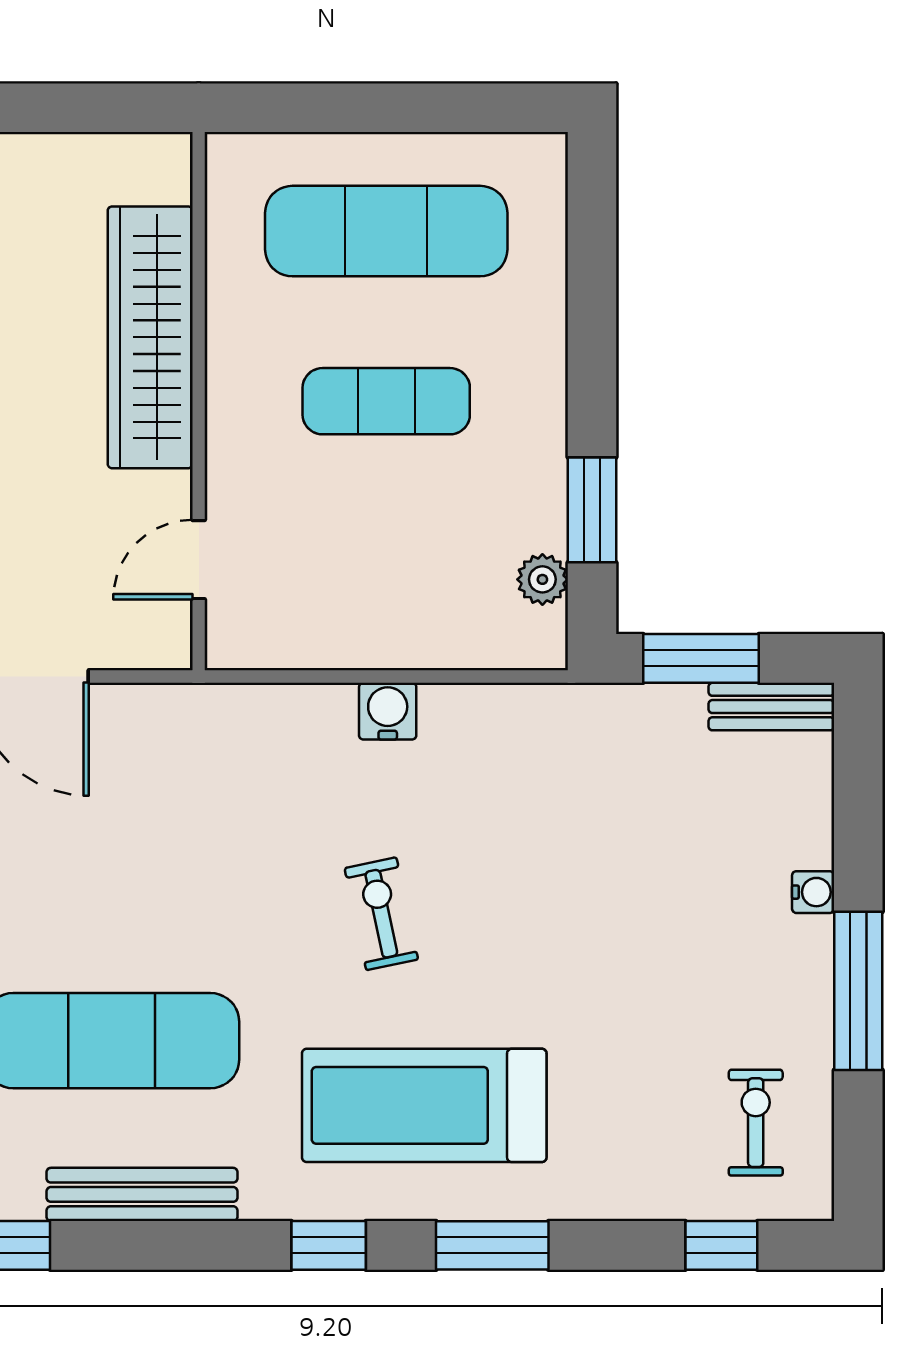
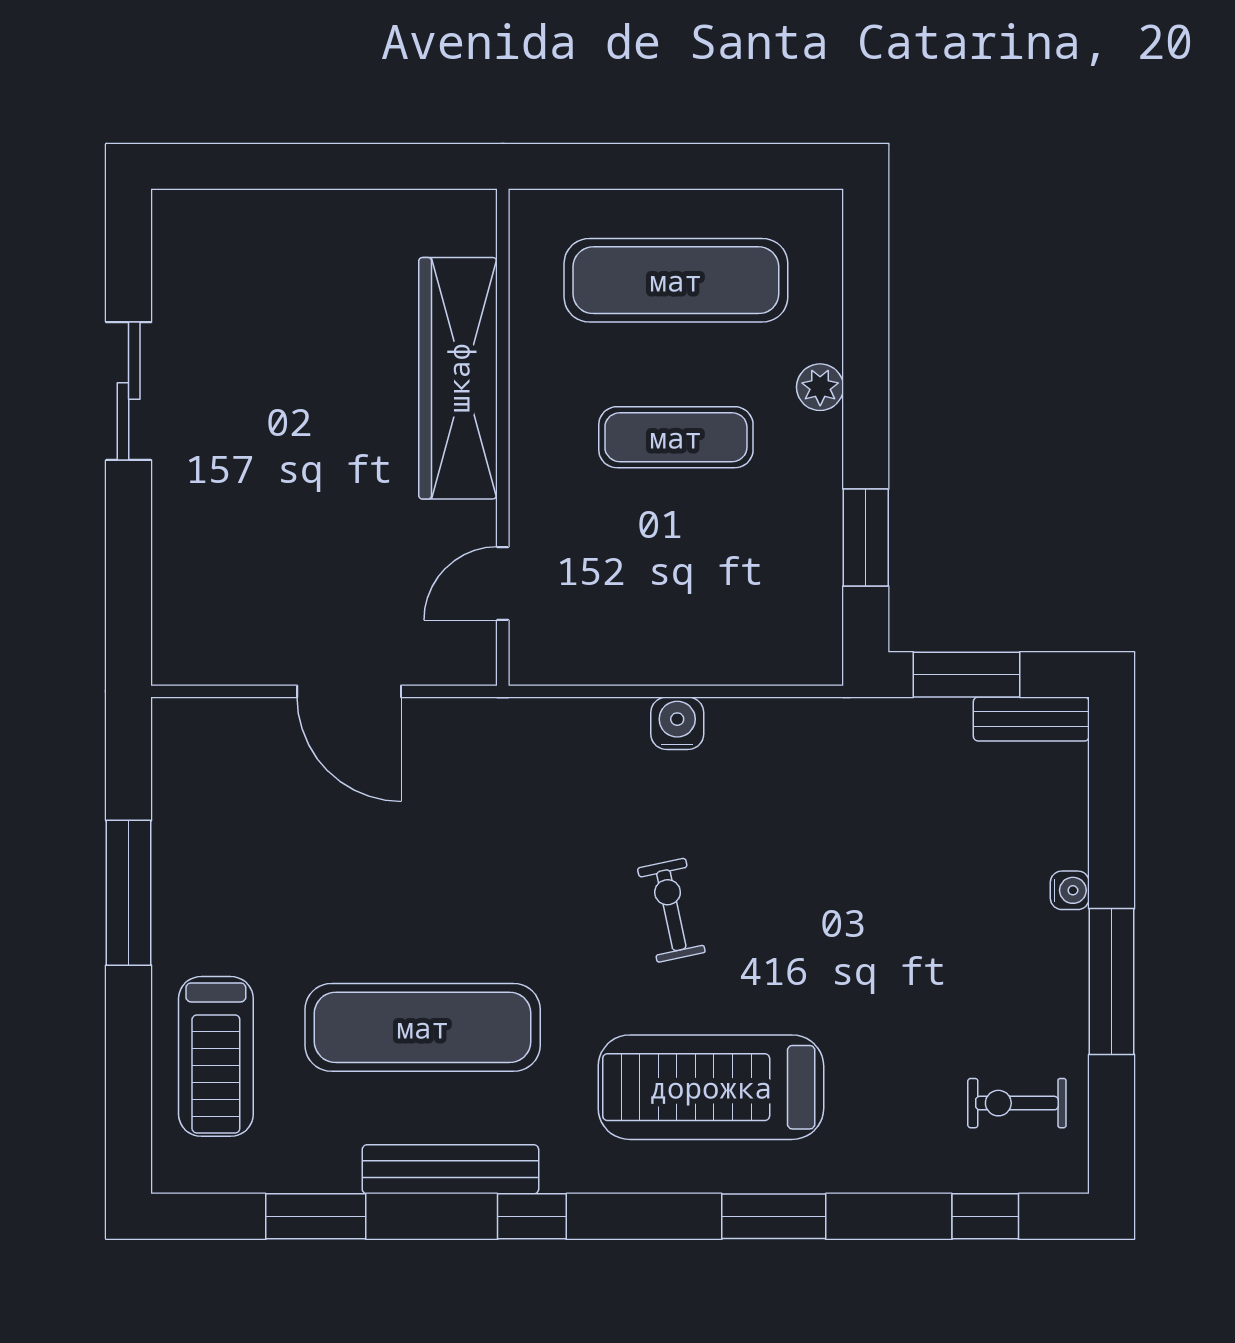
plant: (542, 579) -> (820, 387), moved
exercise bike: (756, 1123) -> (1017, 1103), turned -90
window: (329, 1245) -> (532, 1216), moved

